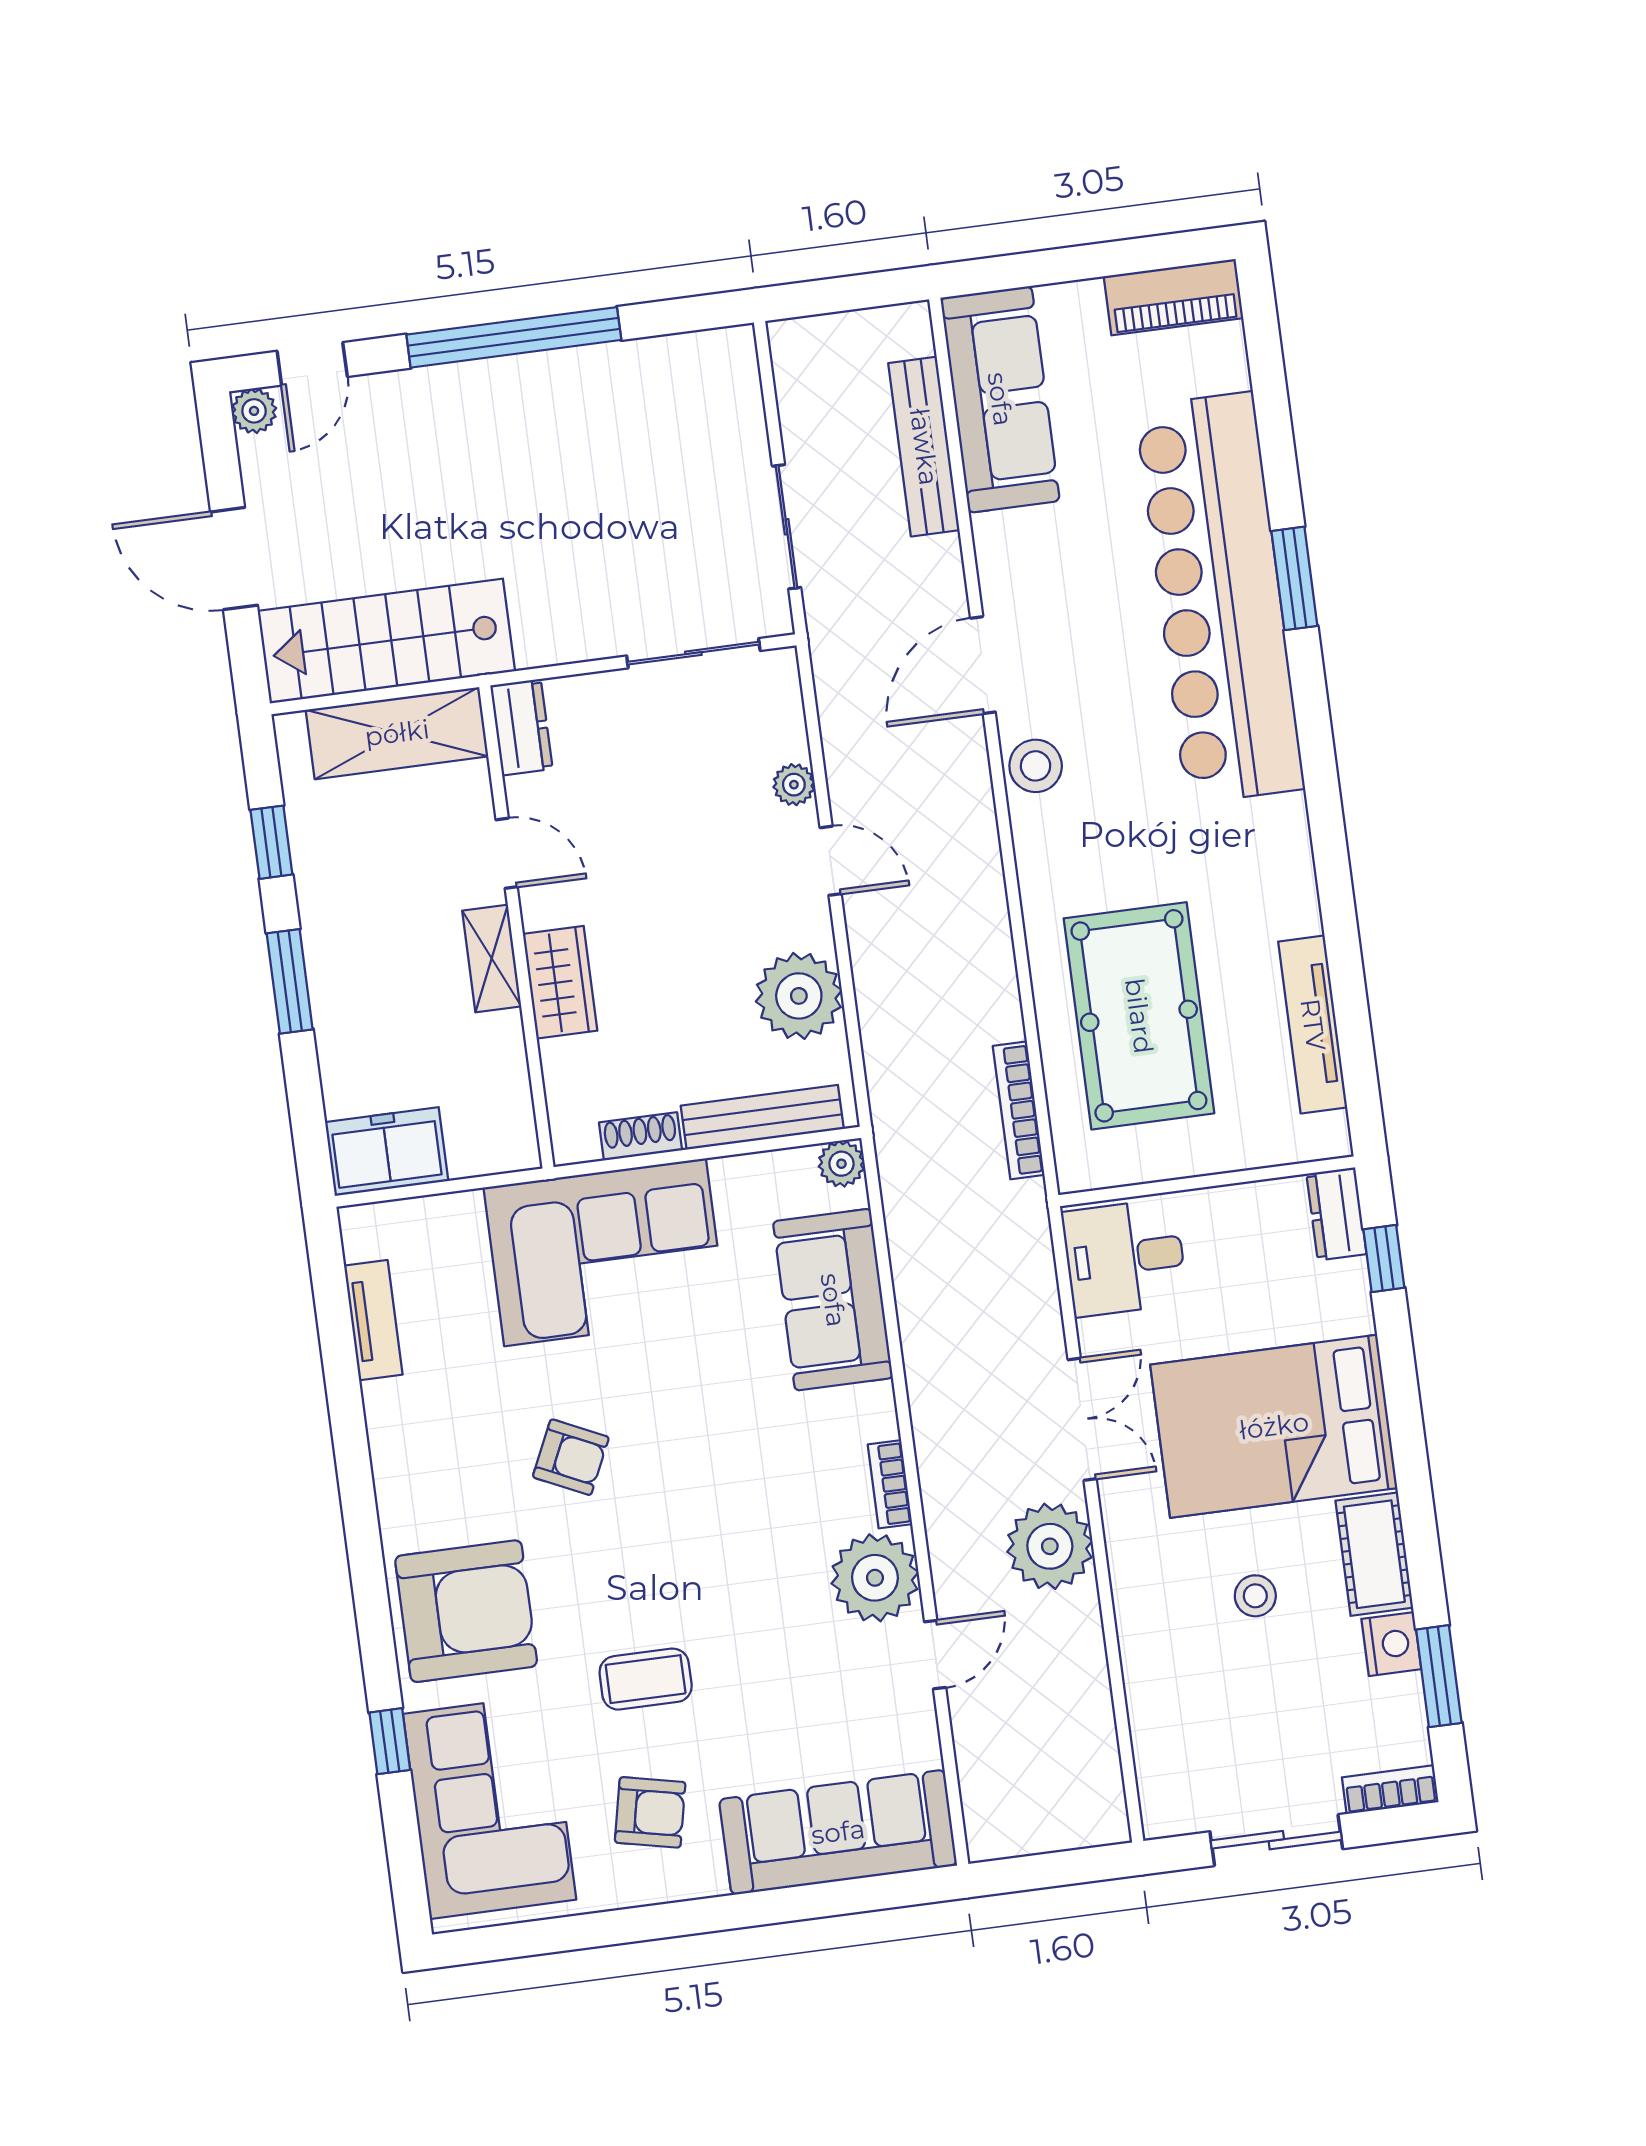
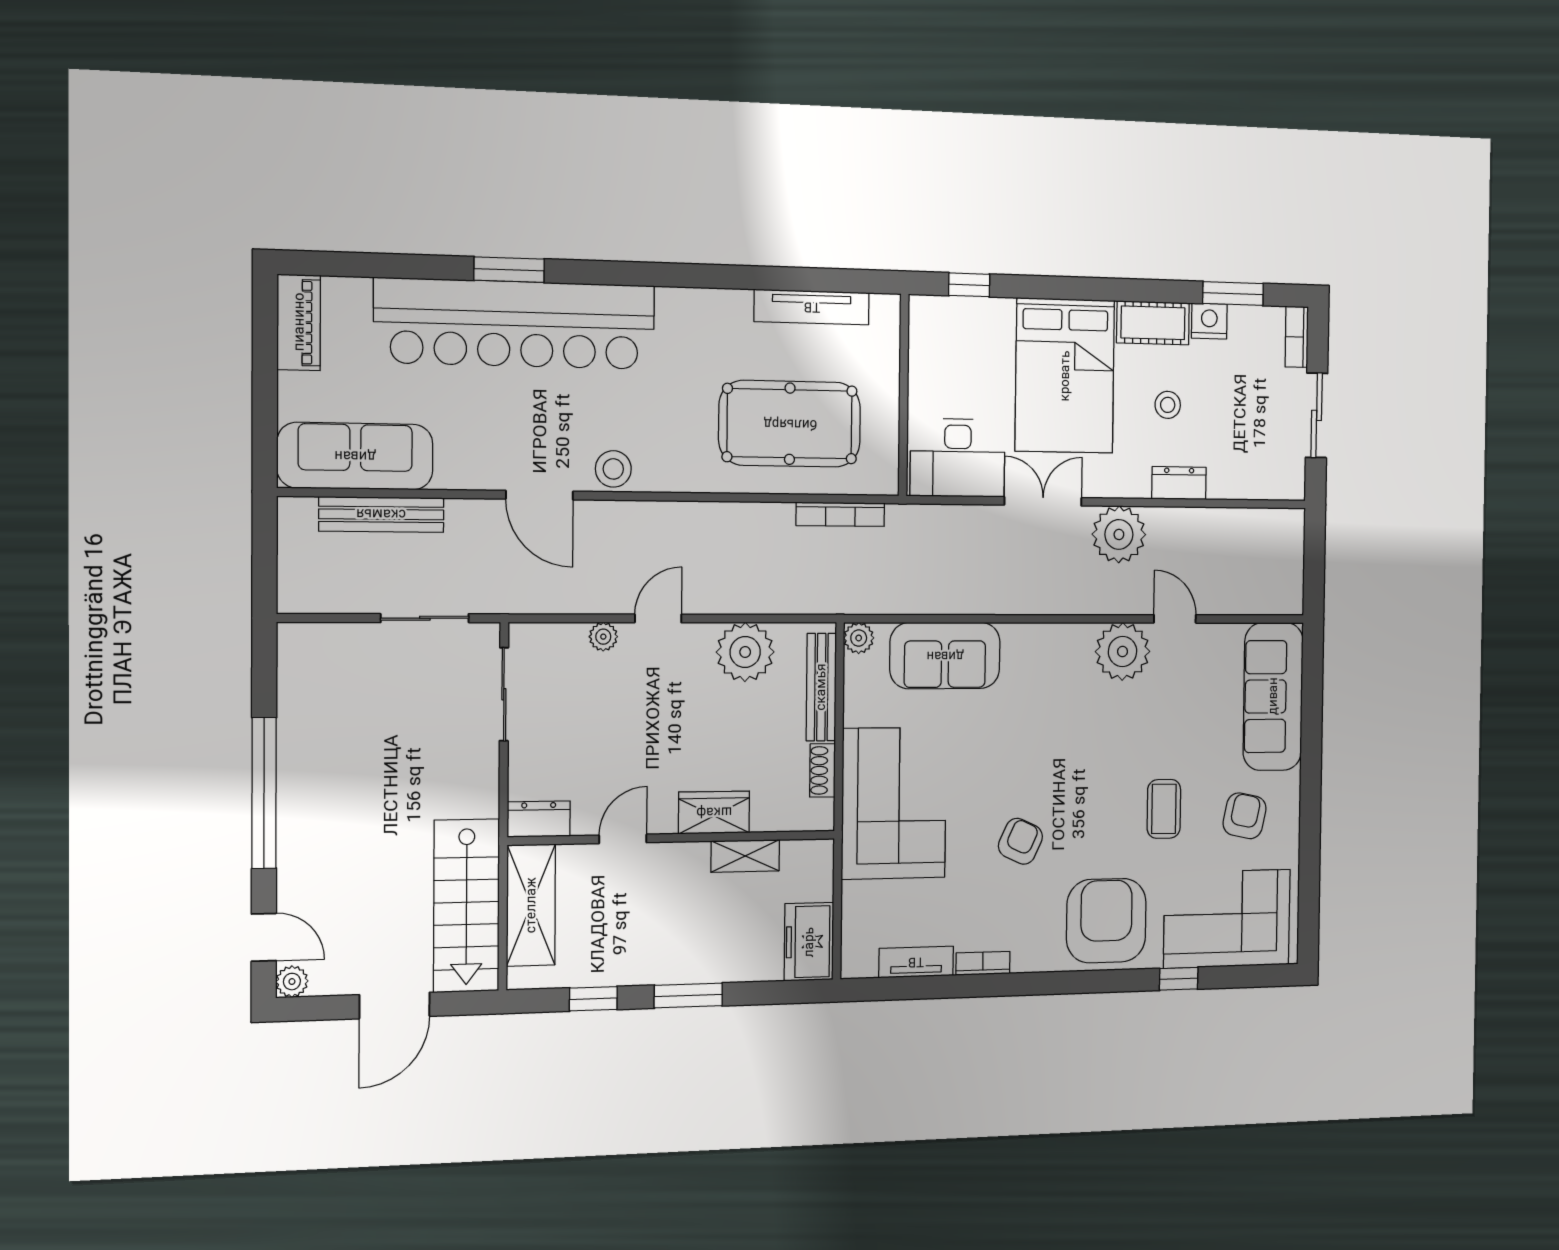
shelving: (492, 959) -> (745, 856), moved
dresser: (1336, 1214) -> (1179, 483), moved, turned 180
desk: (1125, 1258) -> (958, 458), width x1.37
bookcase: (890, 1484) -> (983, 963), moved, turned 180

